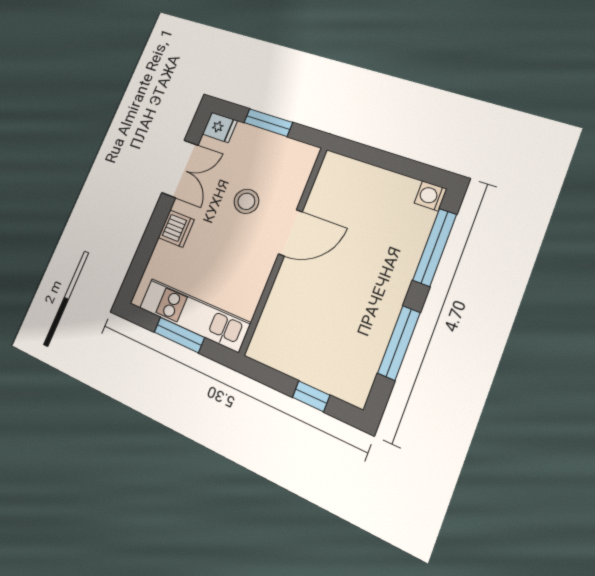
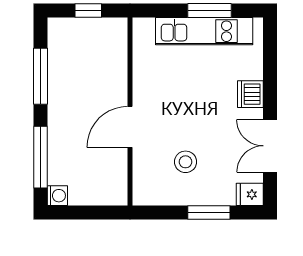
stool: (246, 201) -> (186, 162), moved
door: (290, 233) -> (130, 127), moved
wall: (284, 250) -> (130, 112), moved

